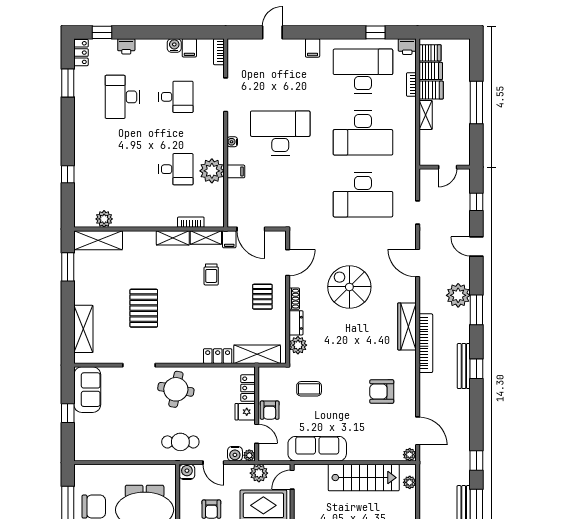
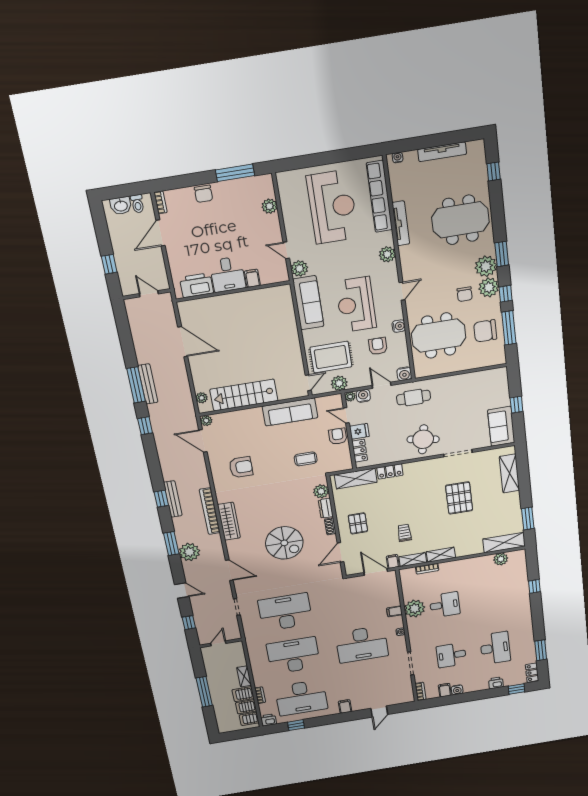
desk: (176, 169) -> (445, 605), turned 180

